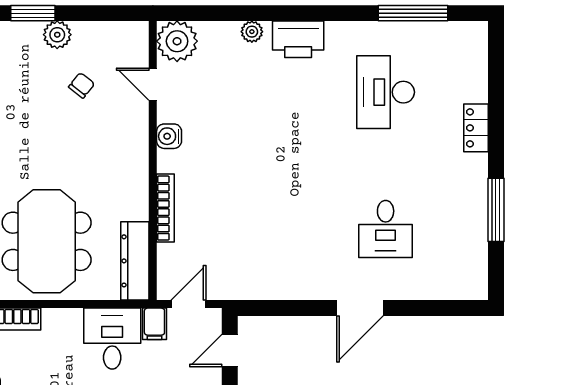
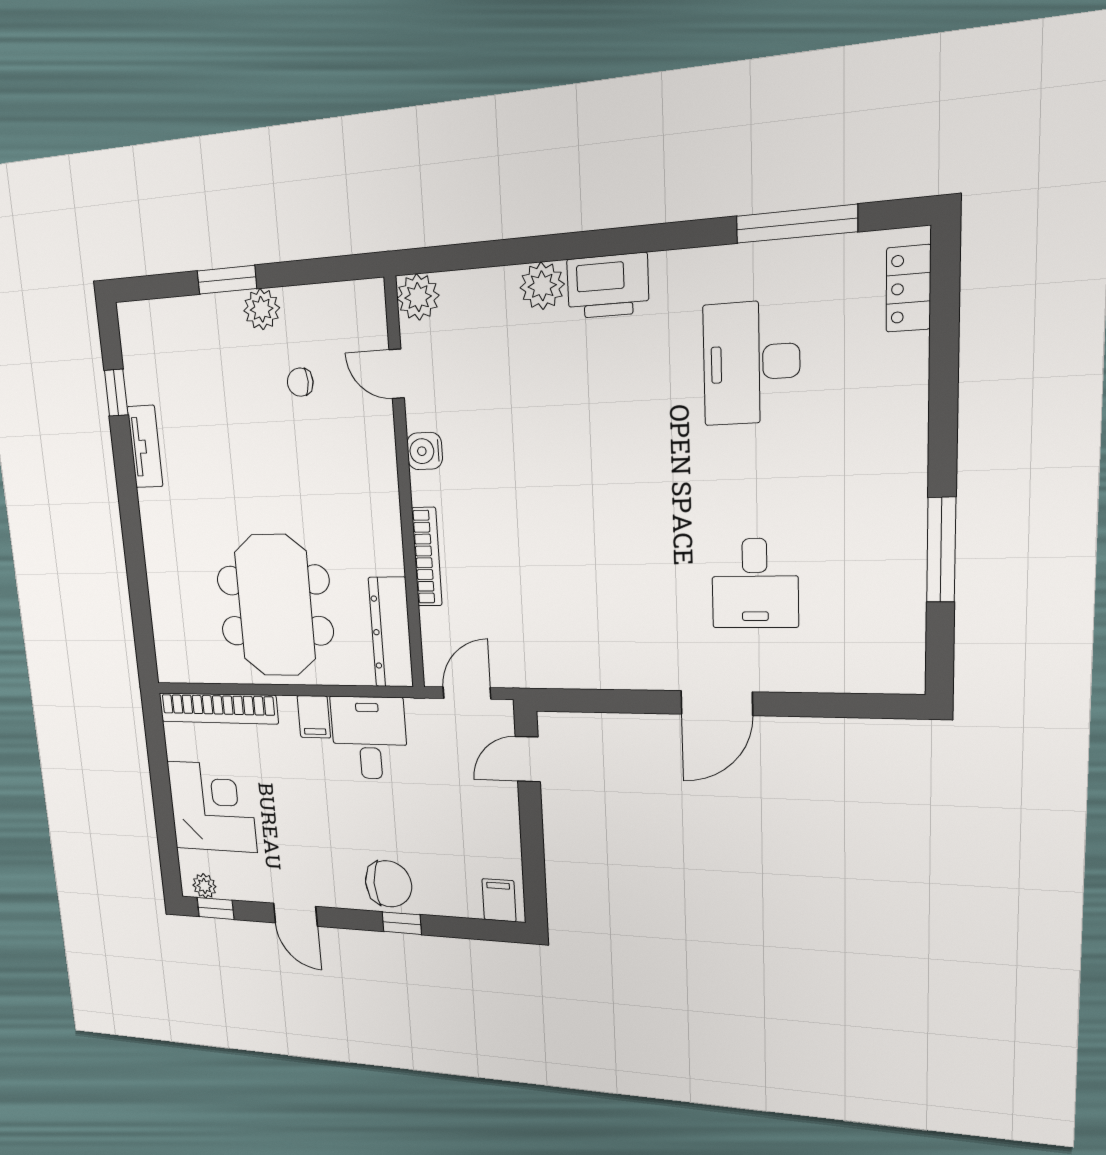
plant: (252, 32) -> (542, 286), width x1.38, depth x1.38
plant: (177, 41) -> (418, 297), width x0.73, depth x0.73
chair: (82, 85) -> (300, 382), turned -128
locker: (476, 128) -> (908, 288), moved
filing cabinet: (154, 324) -> (314, 717), moved

